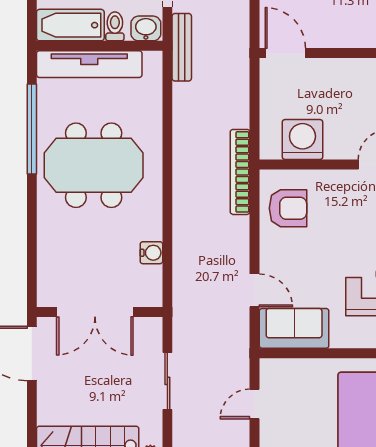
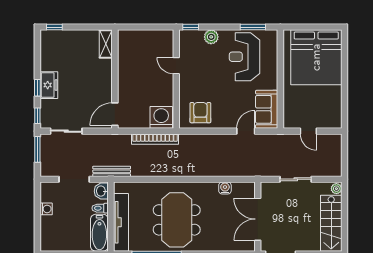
washing machine: (302, 139) -> (161, 117), moved, turned 90
bookcase: (240, 172) -> (155, 139), moved
double door: (95, 312) -> (258, 219), swing flipped

